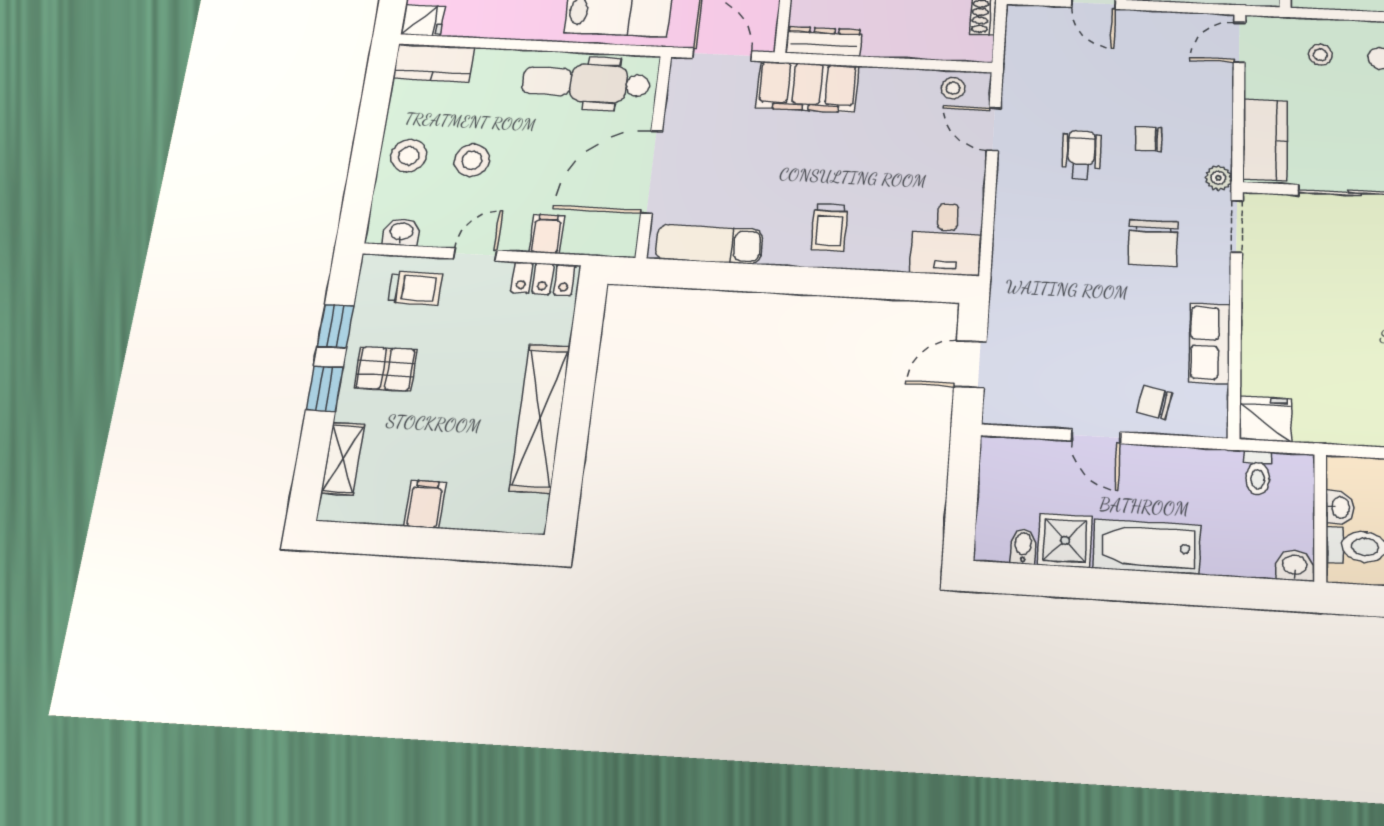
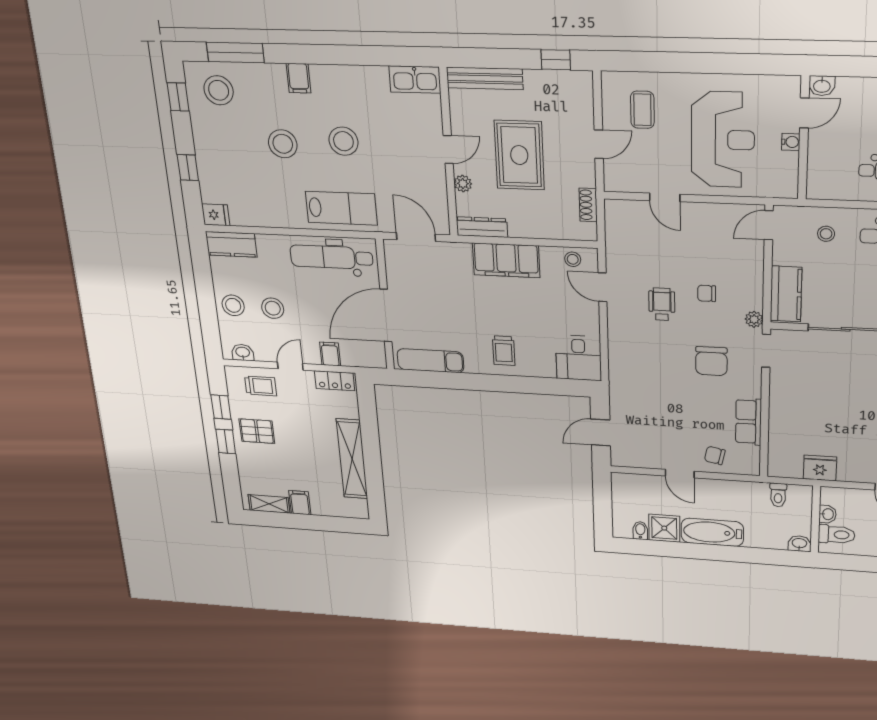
filing cabinet: (807, 87) -> (506, 260), moved
fridge: (1265, 419) -> (820, 468), moved
shelving: (343, 459) -> (269, 504), moved, turned 90

